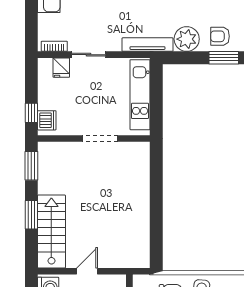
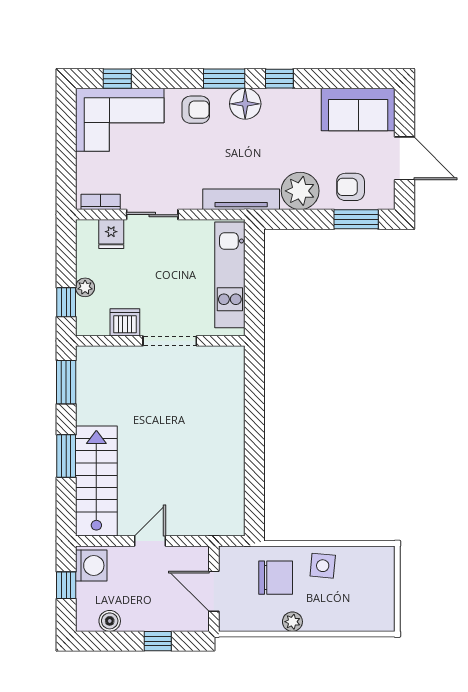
plant: (44, 103) -> (85, 287), added
dishwasher: (47, 120) -> (125, 322), moved, turned -90

